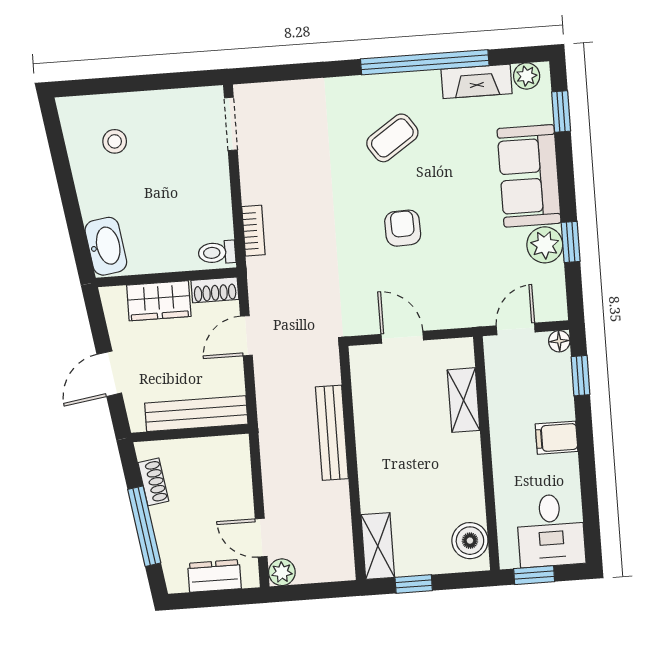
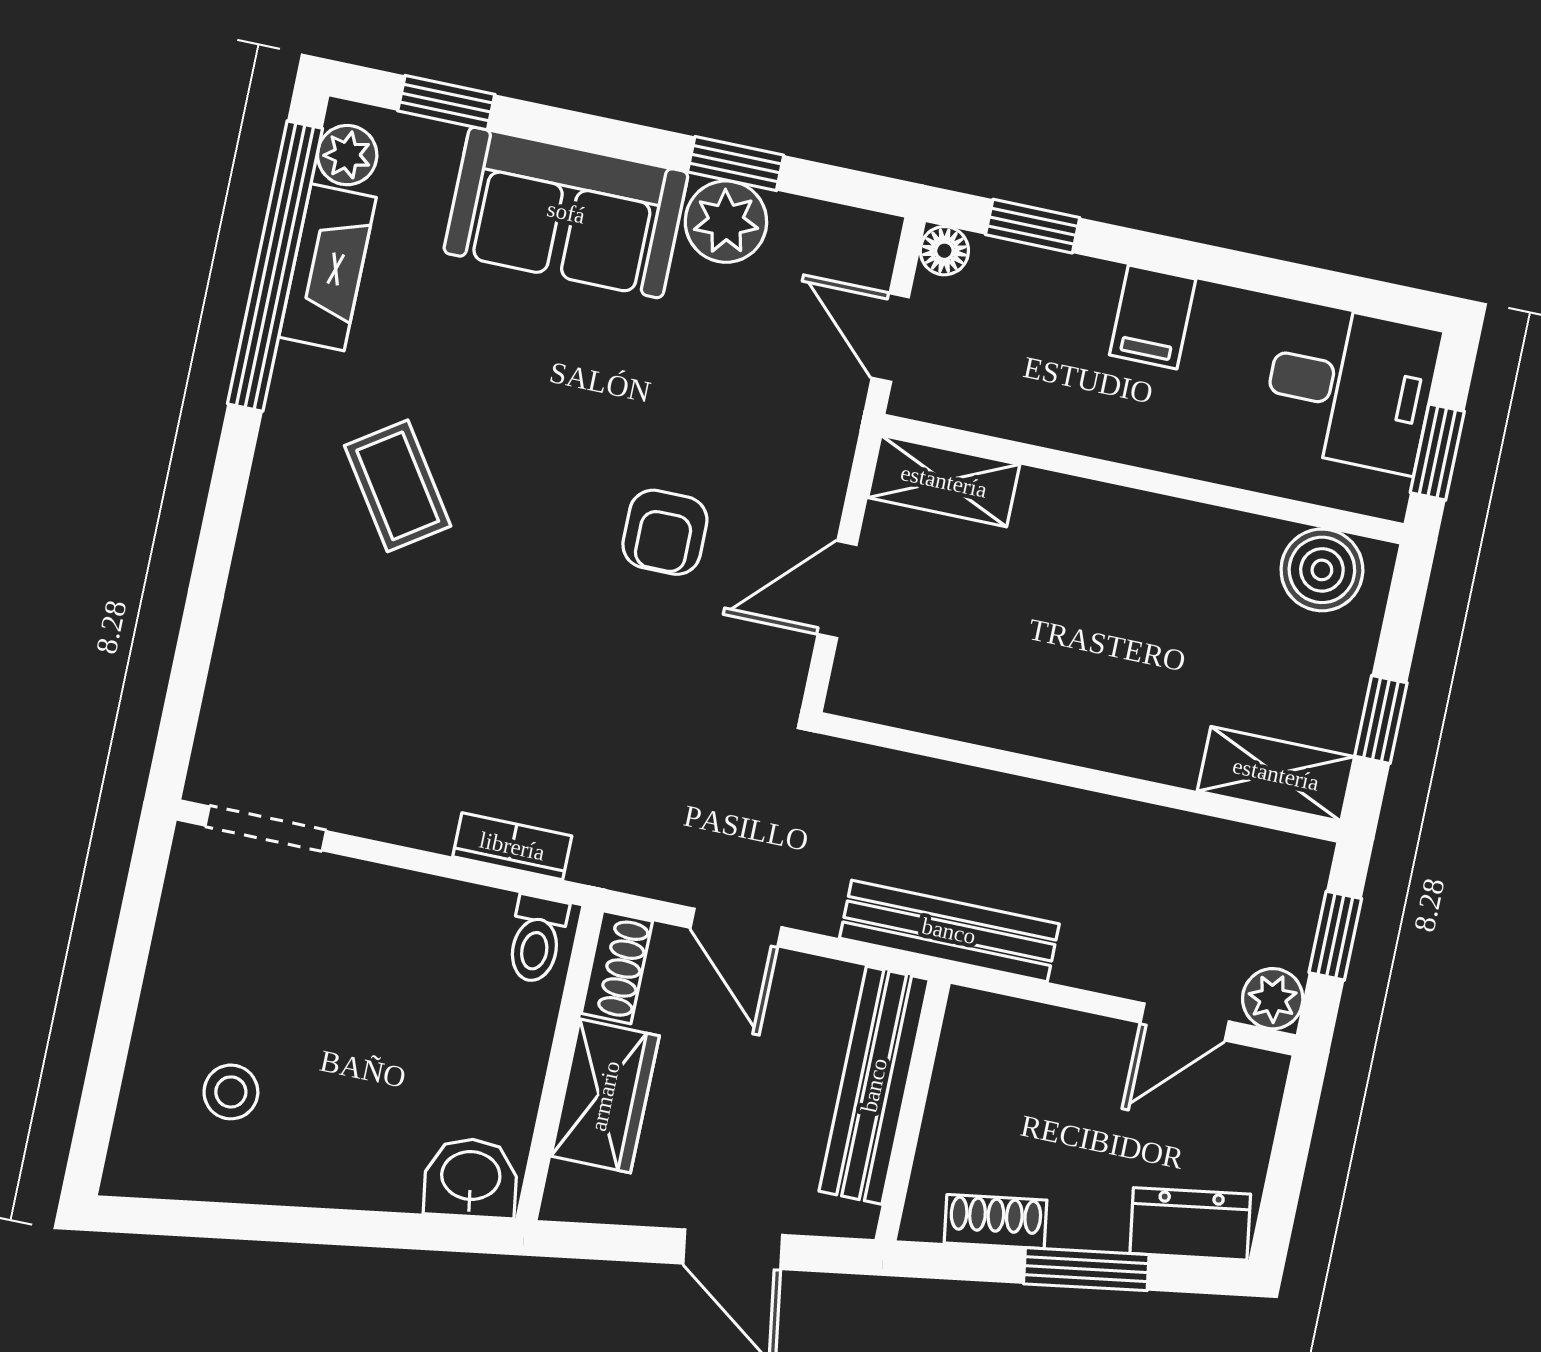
window: (425, 62) -> (275, 266), moved
armchair: (403, 228) -> (665, 532), moved, turned -88
washbasin: (106, 246) -> (471, 1178), width x0.72
shelving: (464, 400) -> (944, 481), moved
bench: (332, 433) -> (949, 931), moved
window: (144, 526) -> (1086, 1269), width x0.69
dresser: (215, 576) -> (1190, 1224), moved, turned 81
window: (316, 591) -> (1335, 936), added

